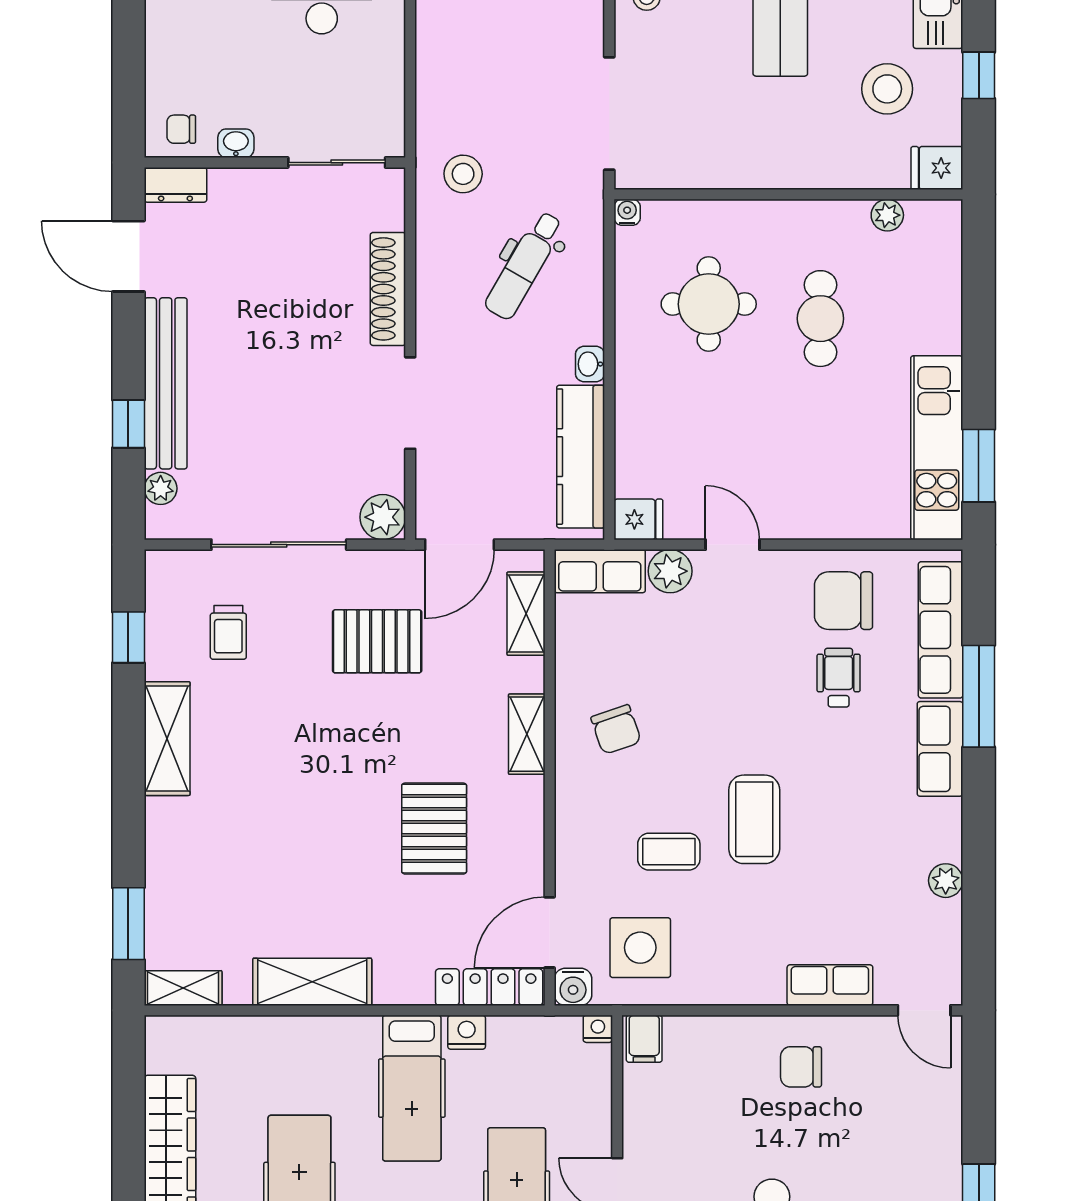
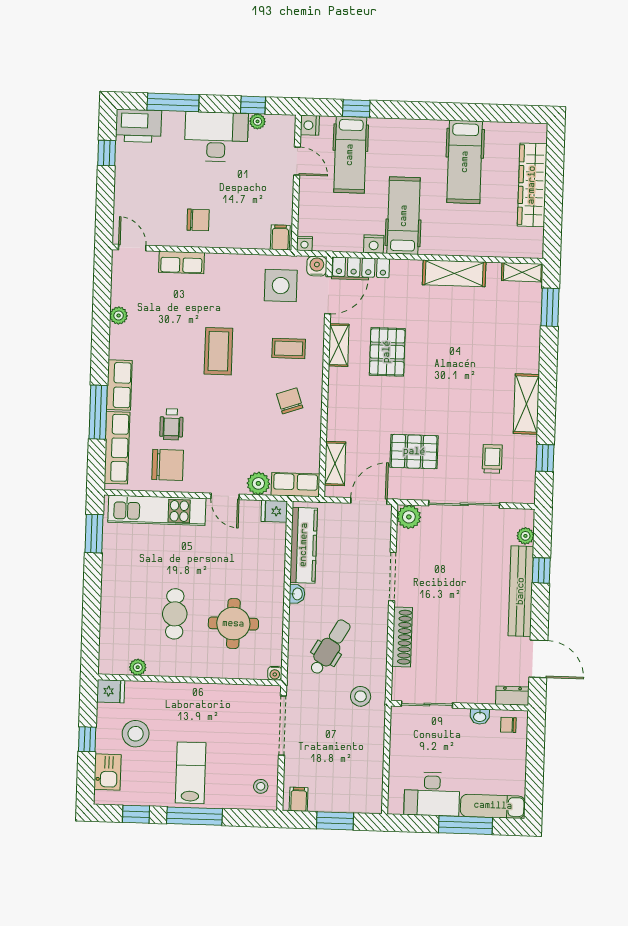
chair: (181, 129) -> (508, 725), turned 180
kitchen unit: (937, 448) -> (157, 510), moved, turned 90
shelving: (527, 734) -> (339, 345), moved
coffee table: (669, 852) -> (289, 348), moved

